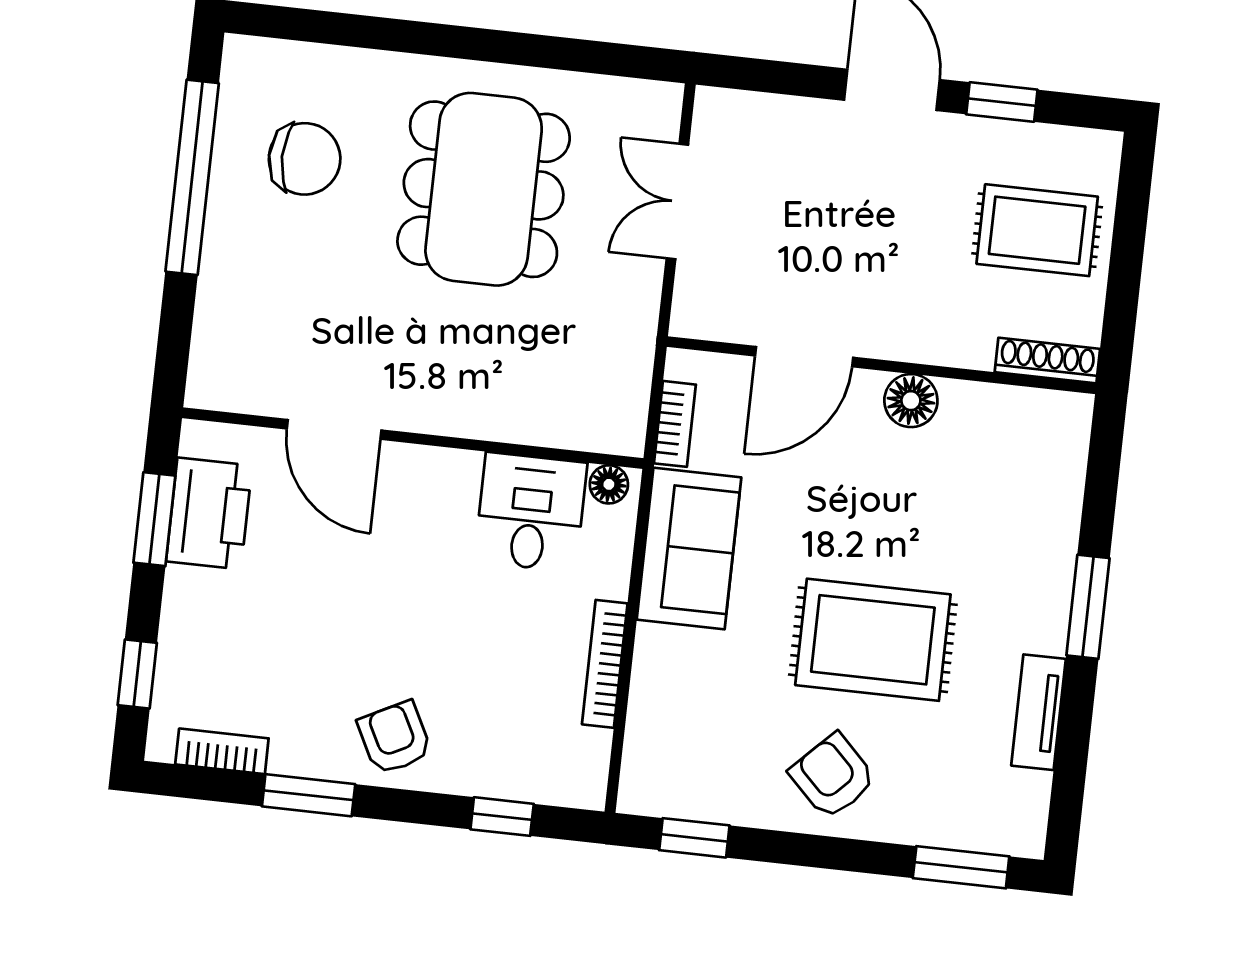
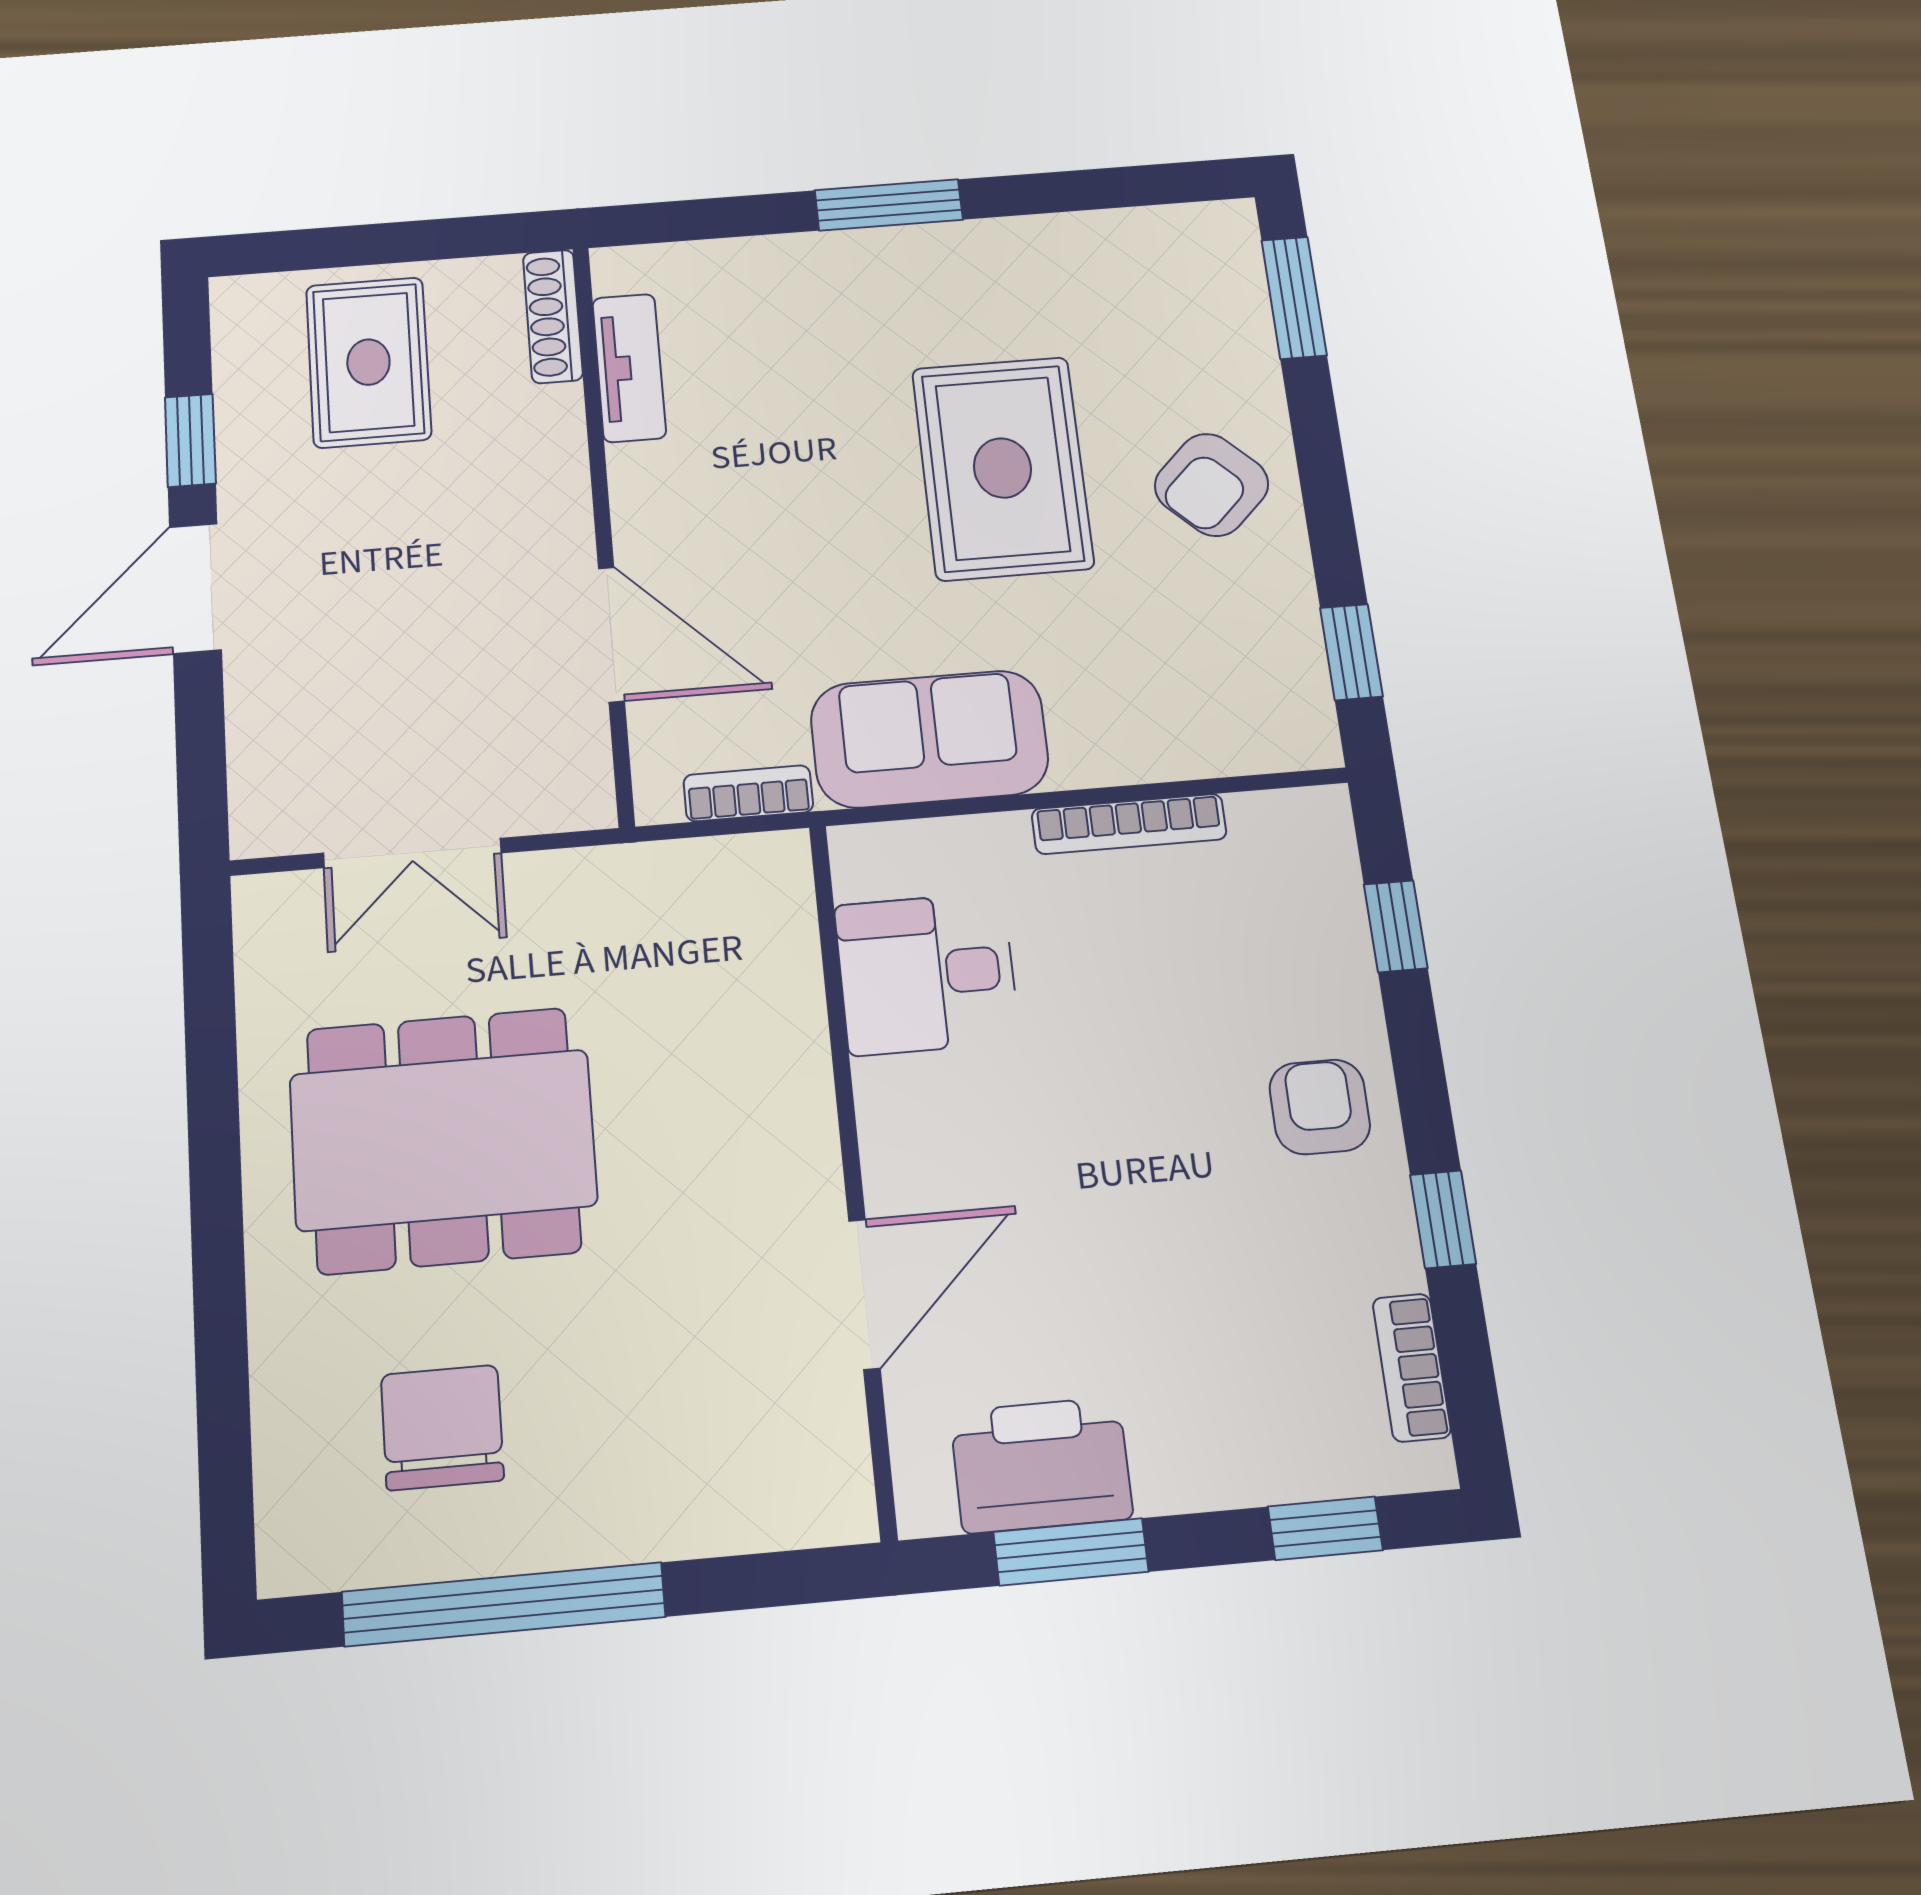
floor lamp: (911, 401) -> (646, 481), removed
floor lamp: (609, 484) -> (859, 869), removed
tv unit: (1039, 712) -> (629, 368), moved, turned -90
armchair: (395, 738) -> (1320, 1107), turned 117
window: (309, 795) -> (1443, 1219), width x0.67

